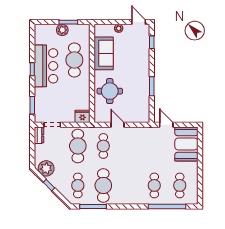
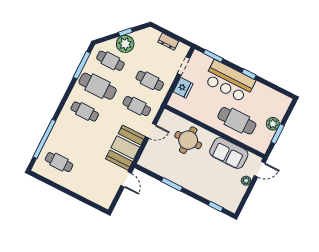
door: (139, 22) -> (260, 169), moved
bar counter: (46, 66) -> (229, 81), moved
fridge: (82, 116) -> (183, 88), moved
door: (166, 125) -> (126, 179), hinge flipped
dresser: (39, 135) -> (168, 42), moved
booth: (186, 144) -> (125, 148), moved, turned 90
cafe table: (78, 146) -> (150, 81), width x0.73, depth x0.74
plant: (46, 168) -> (125, 44), moved
cafe table: (154, 185) -> (85, 111), moved

